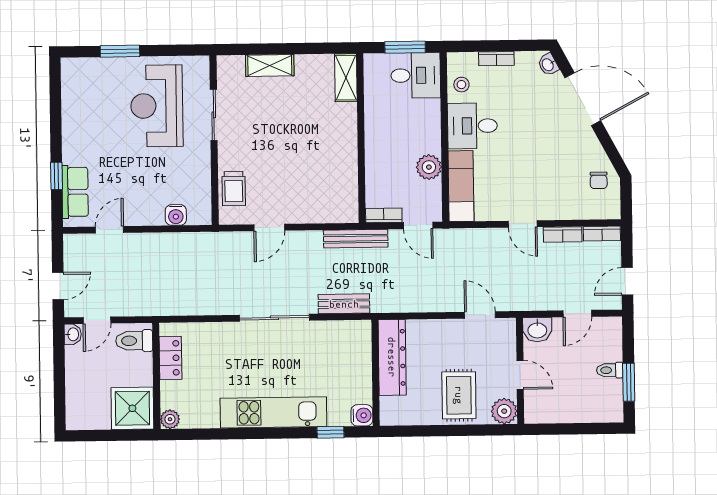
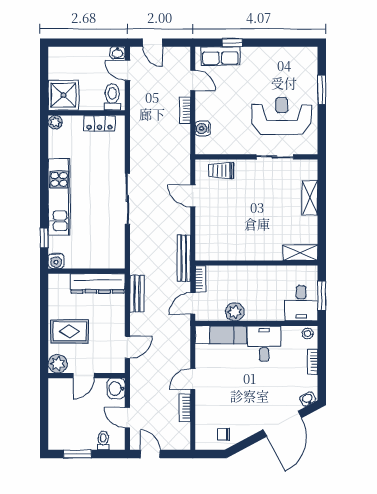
stool: (461, 85) -> (308, 333), moved
bookcase: (602, 234) -> (185, 110), moved
bench: (344, 304) -> (137, 294), moved
toilet: (610, 370) -> (103, 440), moved

